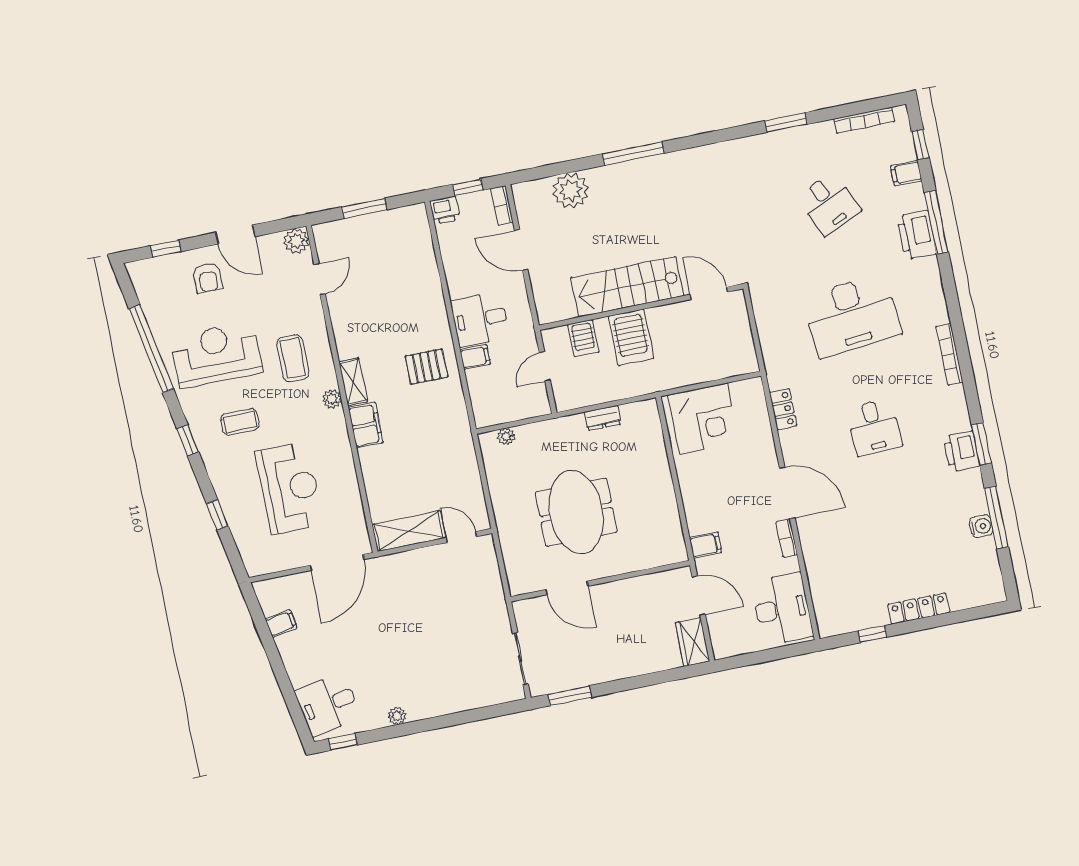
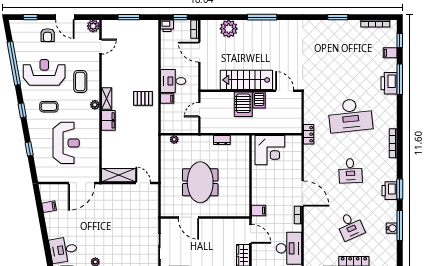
desk: (829, 204) -> (350, 226), moved
server rack: (583, 338) -> (259, 100), moved
locker: (783, 409) -> (309, 134), moved

